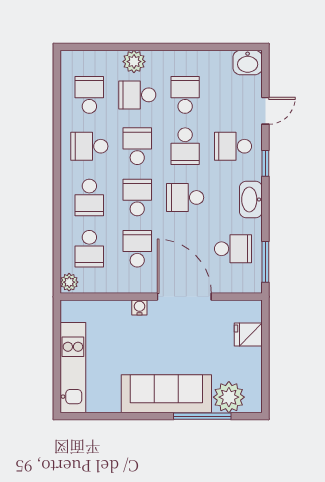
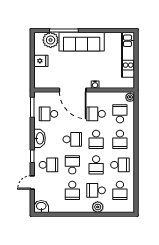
school desk: (137, 95) -> (96, 190), turned 180
school desk: (89, 197) -> (120, 139), turned 180
school desk: (137, 249) -> (96, 114), turned 90
fridge: (248, 335) -> (41, 61), moved

